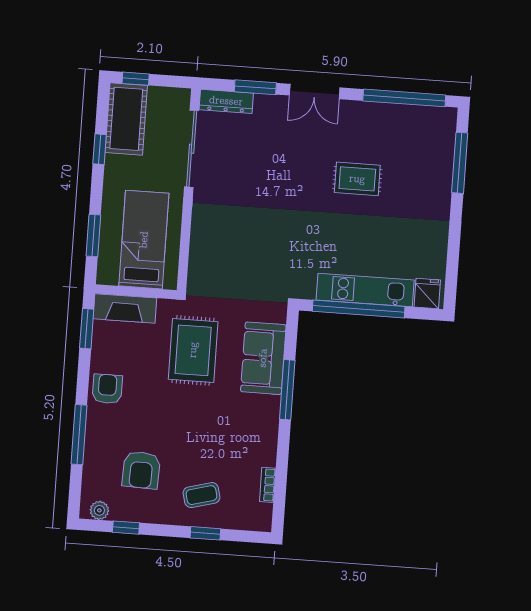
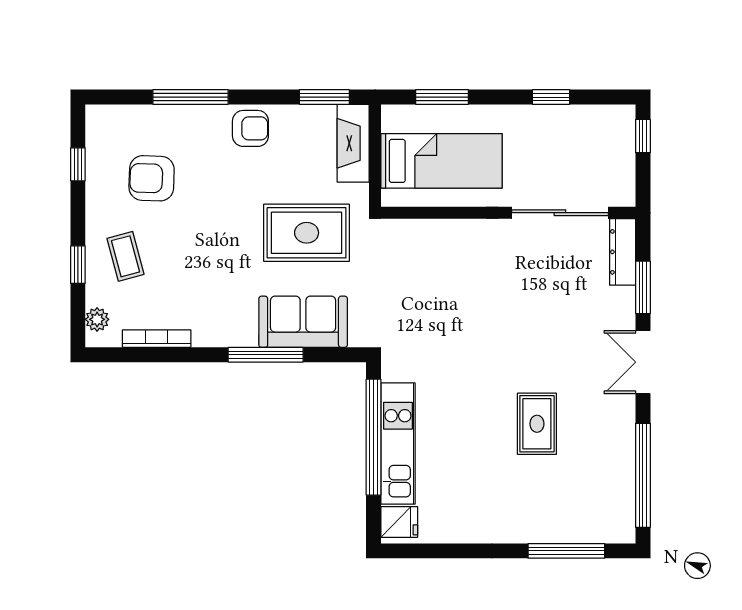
cot: (126, 119) -> (591, 128), removed
bookcase: (268, 485) -> (157, 339), width x1.56
plant: (99, 510) -> (97, 319), moved

